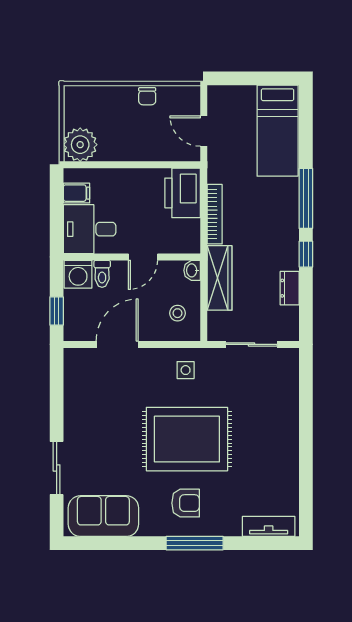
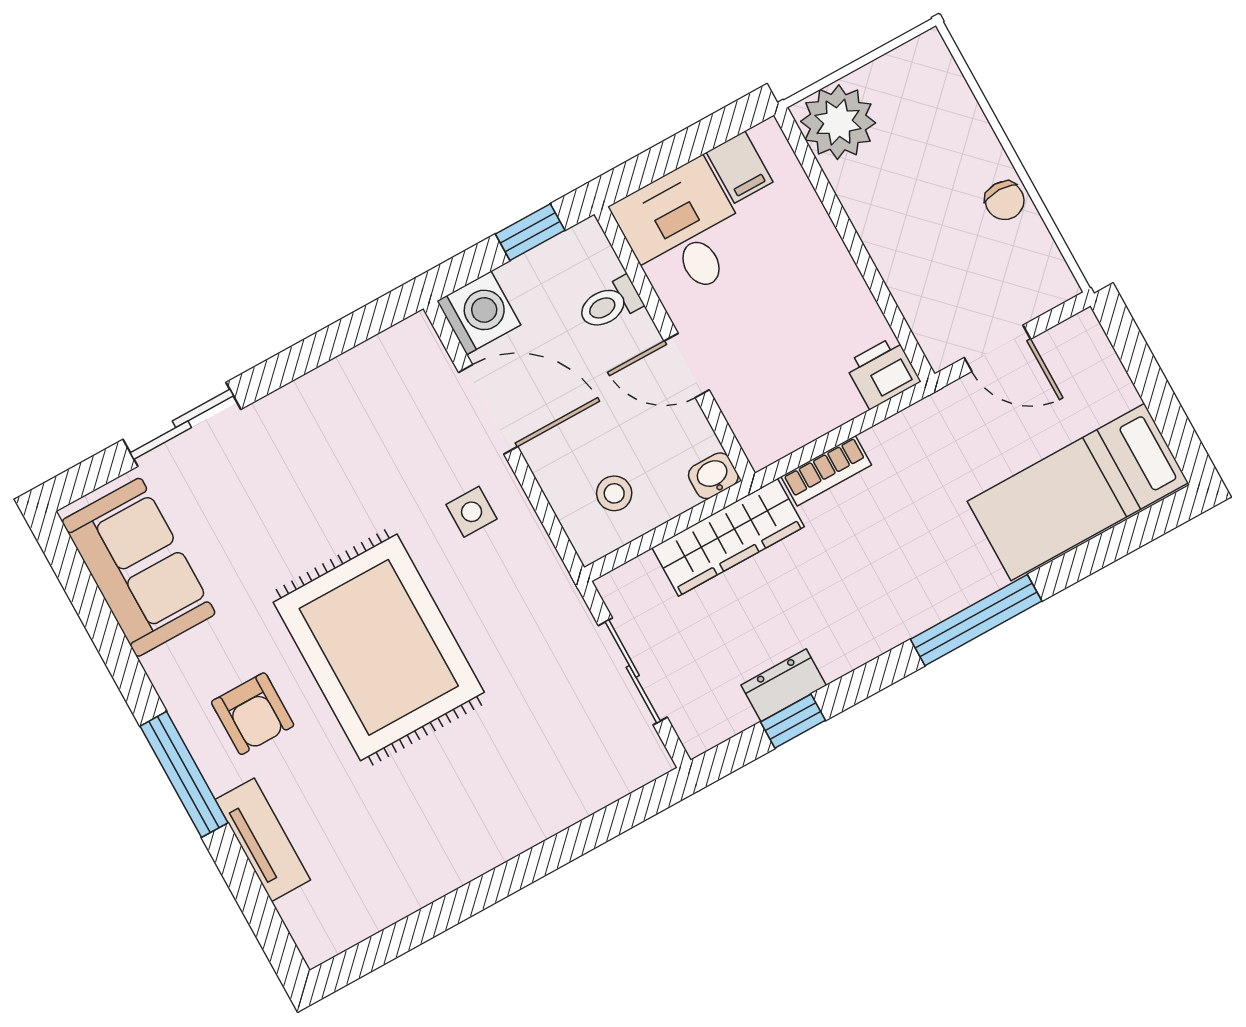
chair: (147, 96) -> (1005, 201), turned -90
door: (204, 131) -> (997, 348), swing flipped
printer: (183, 193) -> (883, 373), width x0.53, depth x0.68
bookcase: (215, 214) -> (826, 471), width x0.64
window: (306, 254) -> (793, 721), moved
washing machine: (78, 274) -> (479, 313), moved, turned 180
window: (57, 311) -> (530, 232), moved
side table: (186, 370) -> (472, 512), moved
tv unit: (269, 526) -> (263, 840), moved

